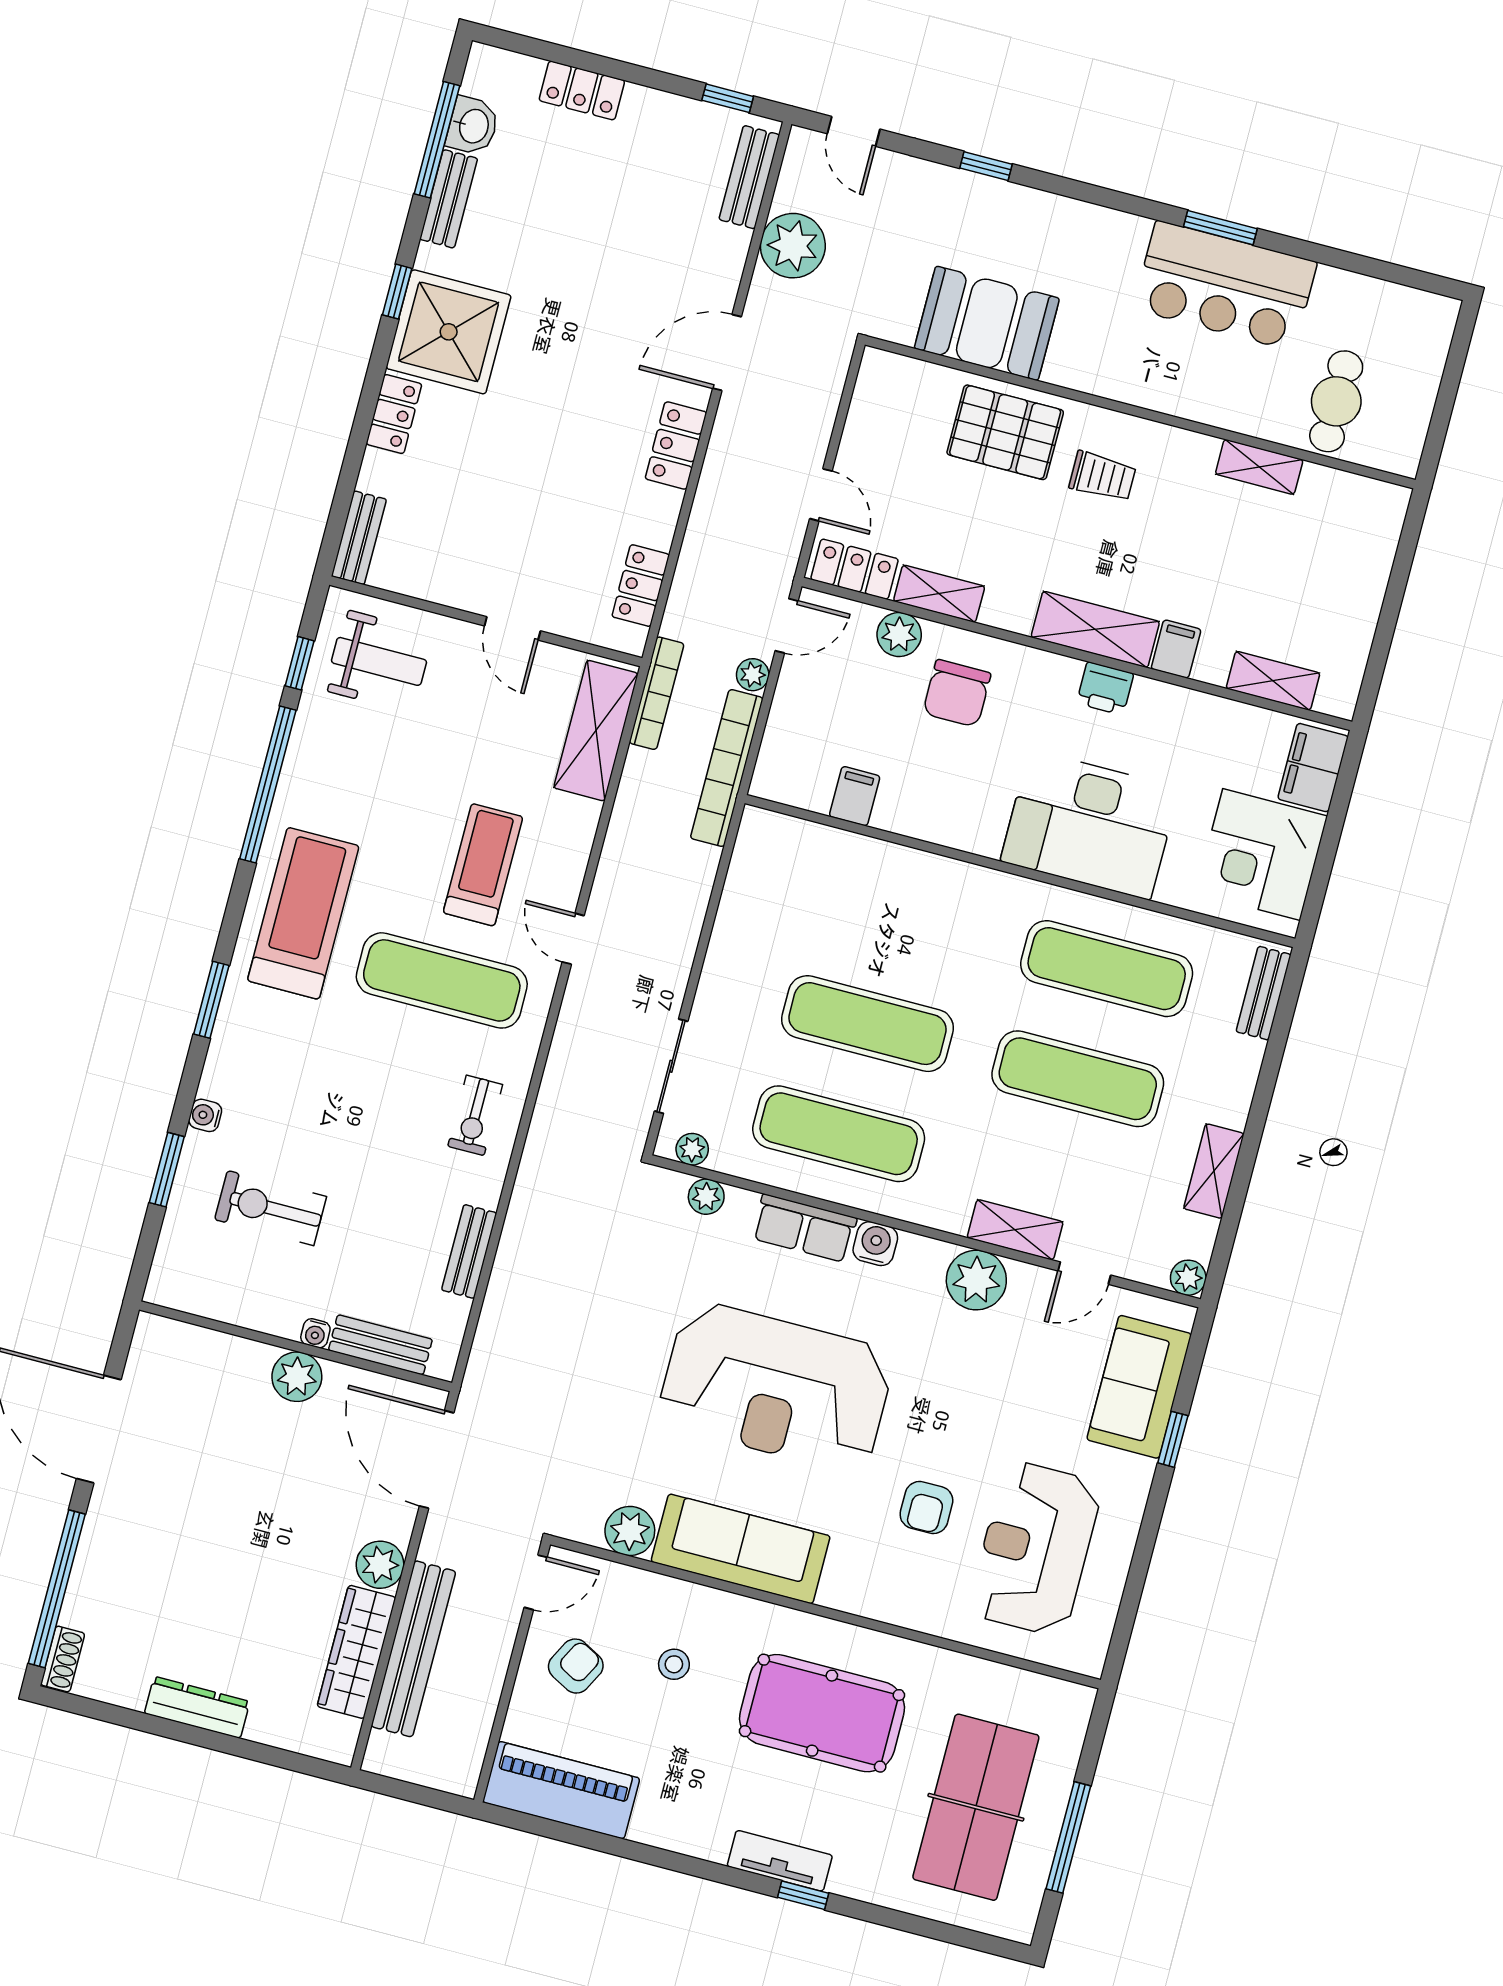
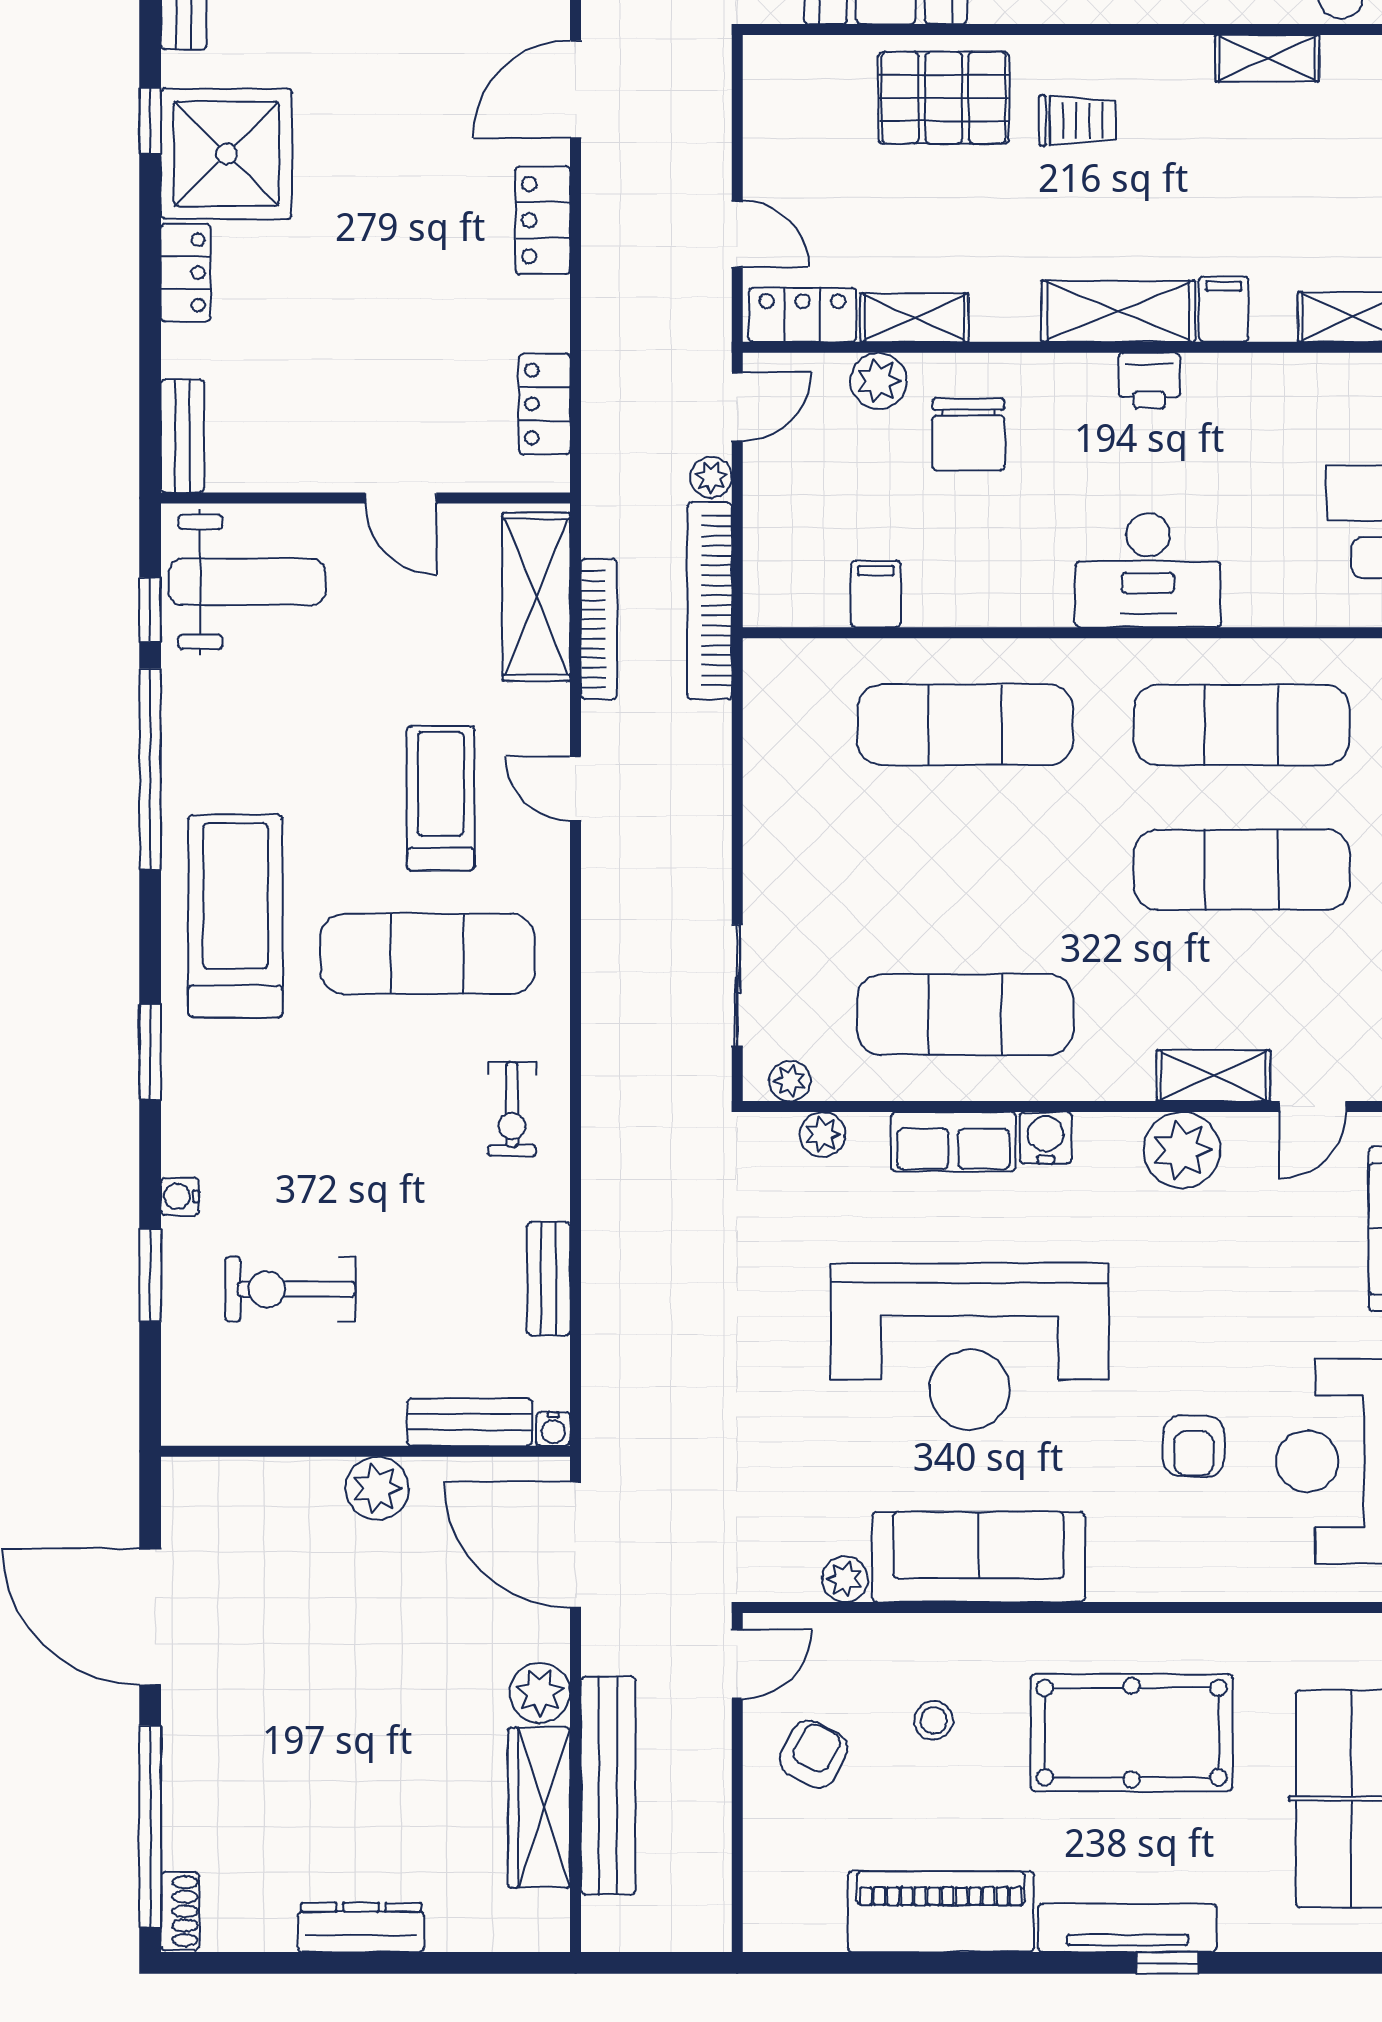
weight bench: (379, 661) -> (247, 582), width x1.36, depth x1.33
bookcase: (657, 693) -> (599, 629), moved
desk: (1090, 825) -> (1148, 570), width x0.73, depth x0.77
door: (573, 939) -> (576, 789), moved
exercise mat: (868, 1024) -> (965, 725), moved
water cooler: (315, 1333) -> (553, 1429), moved
plant: (630, 1531) -> (845, 1579), width x0.73, depth x0.73
piano: (561, 1790) -> (941, 1912), moved
tv unit: (780, 1861) -> (1127, 1928), width x1.41

